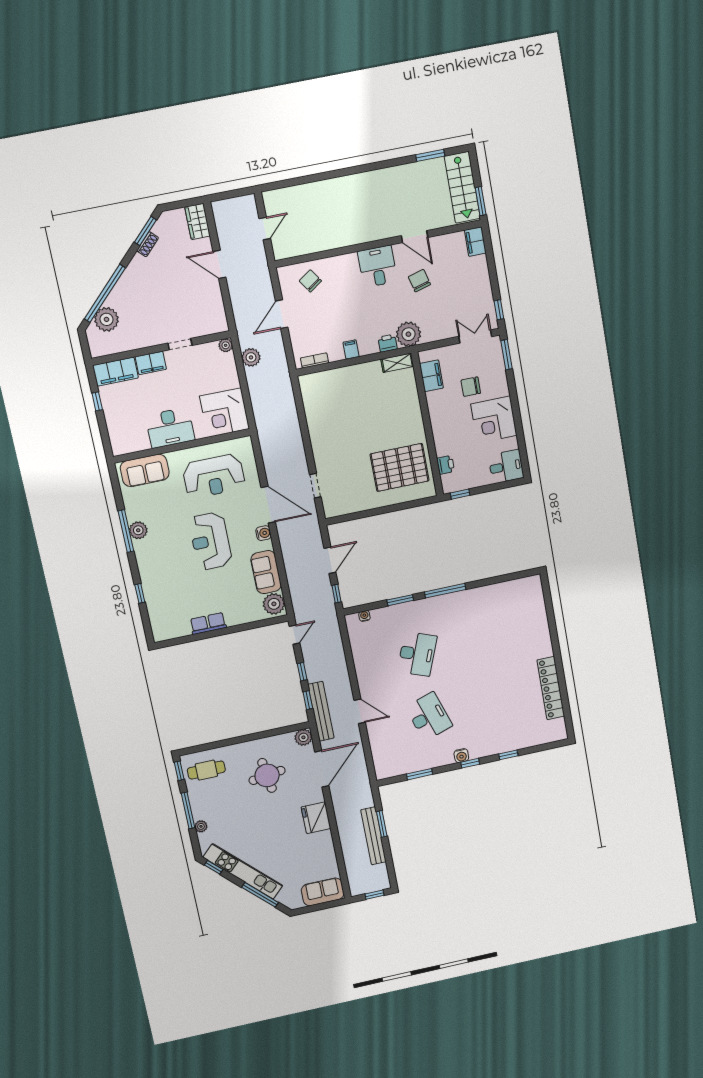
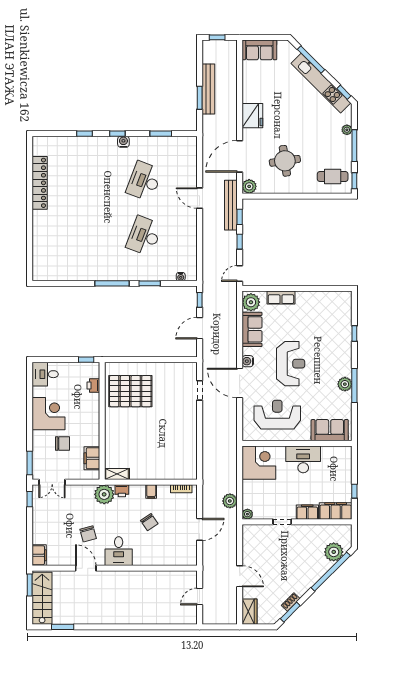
chair: (310, 281) -> (149, 522), moved
row of seats: (208, 623) -> (281, 298), moved
desk: (429, 716) -> (144, 181), turned 39

